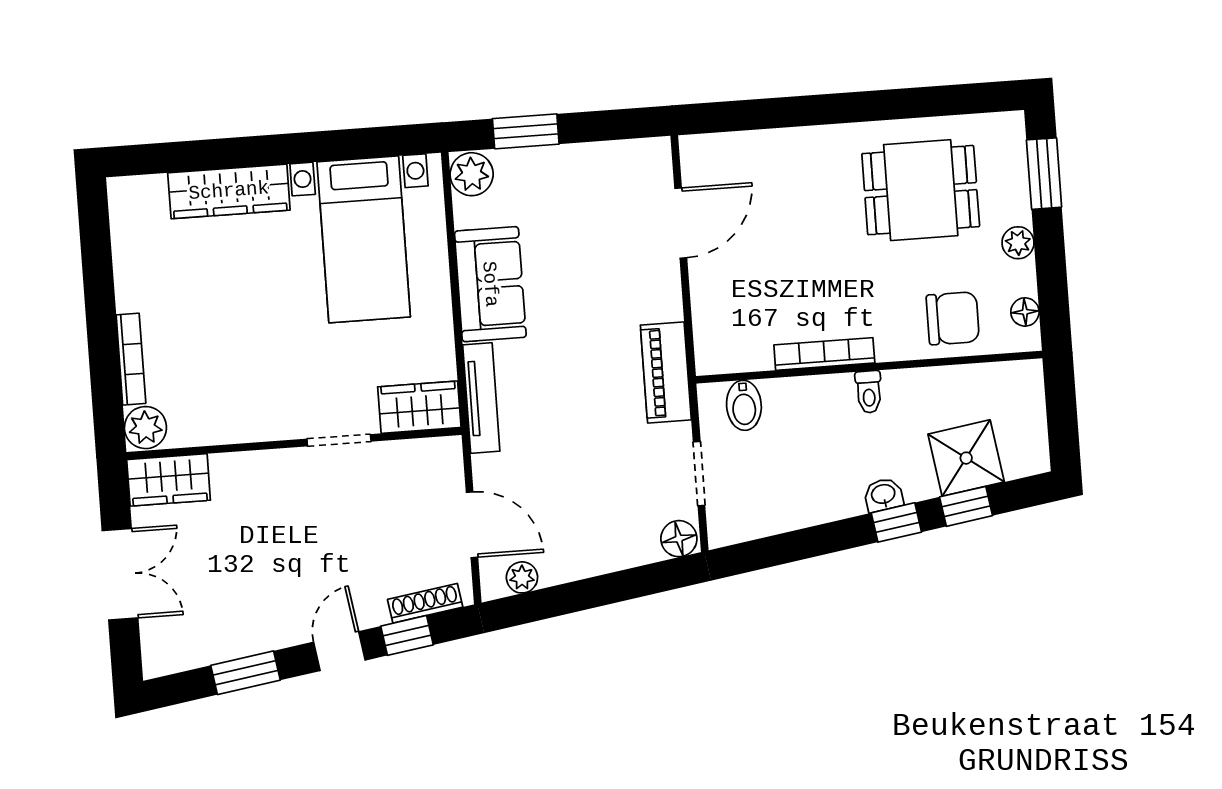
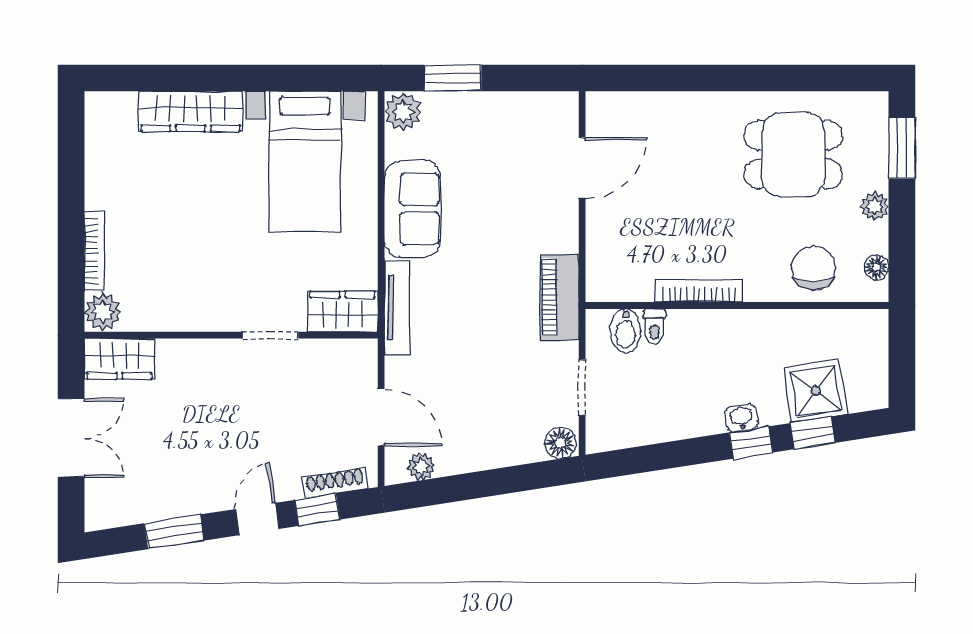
chair: (953, 318) -> (813, 268), turned -90
toilet: (869, 392) -> (655, 327), moved

